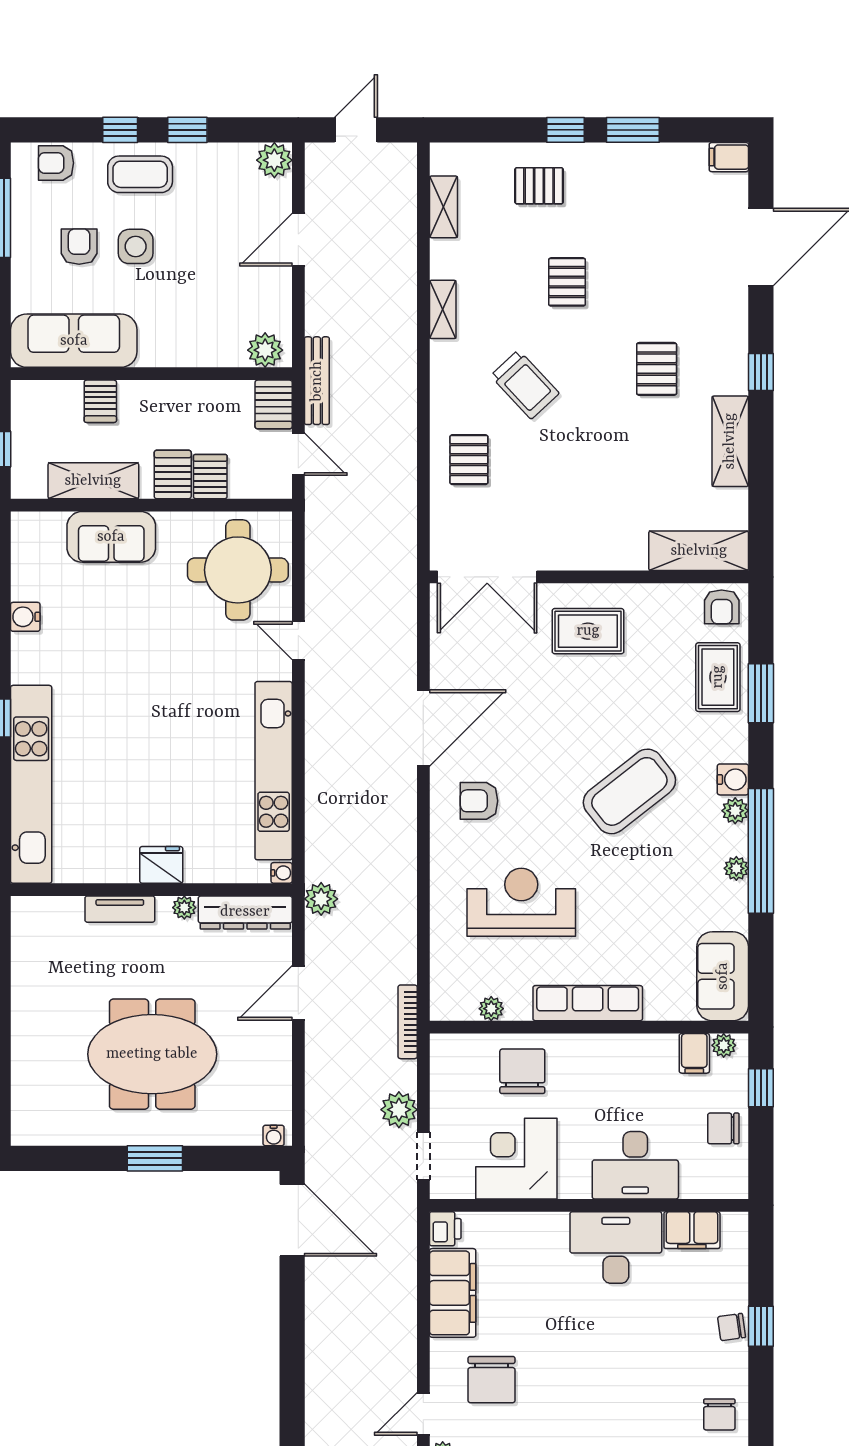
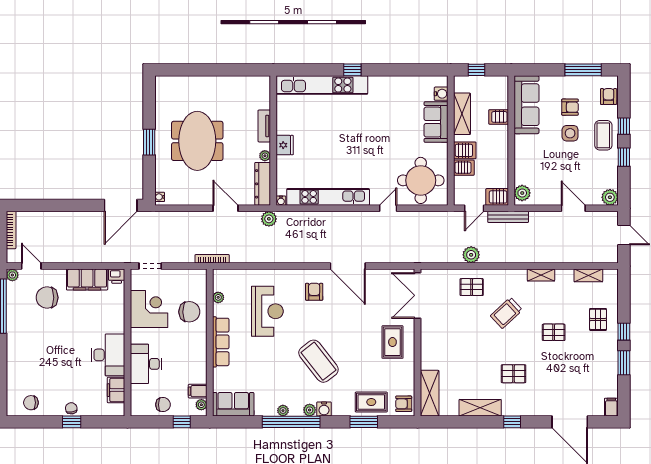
water cooler: (25, 617) -> (441, 94), moved, turned 90
plant: (399, 1110) -> (471, 255), moved
chair: (723, 1128) -> (163, 405), turned 90

